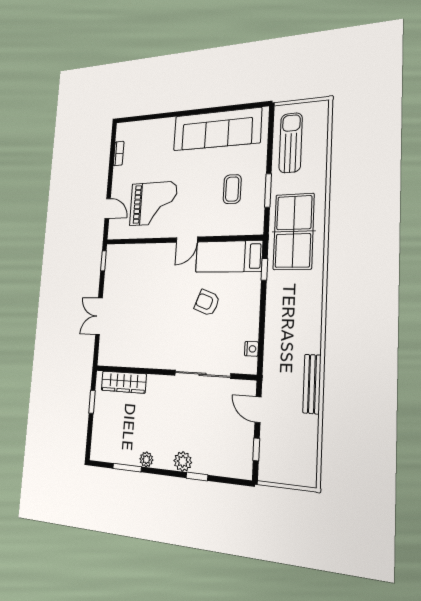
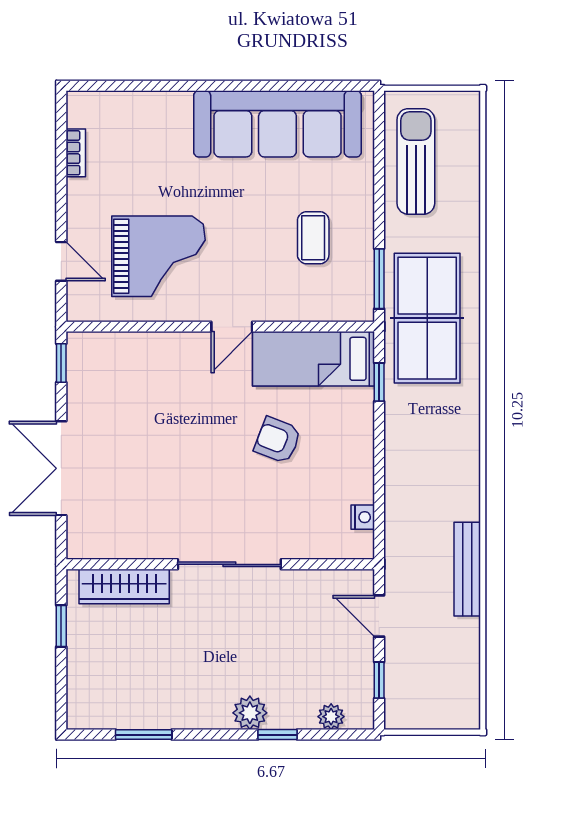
window: (268, 190) -> (379, 279), moved
double door: (99, 316) -> (61, 468), width x1.37
sliding door: (202, 374) -> (229, 564), moved
plant: (146, 459) -> (331, 717), moved

